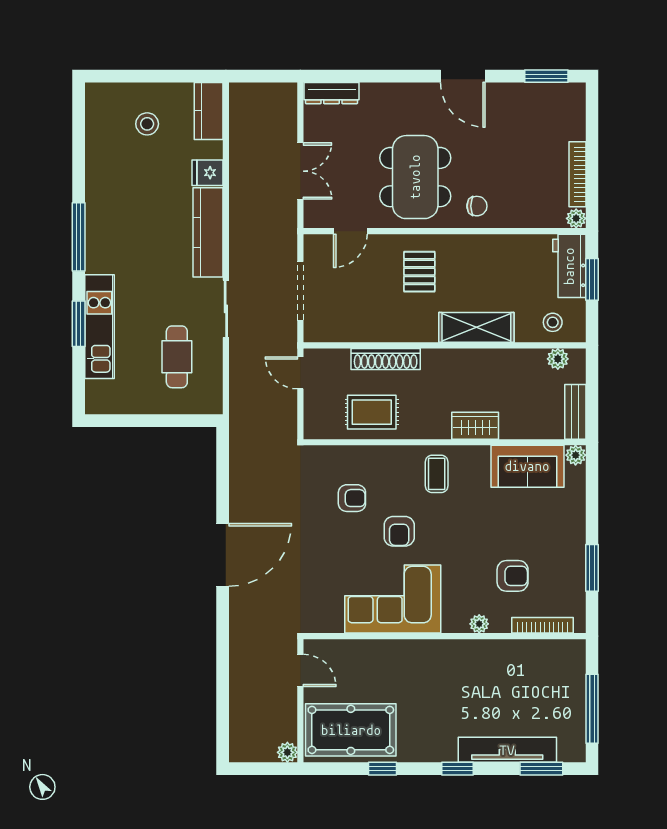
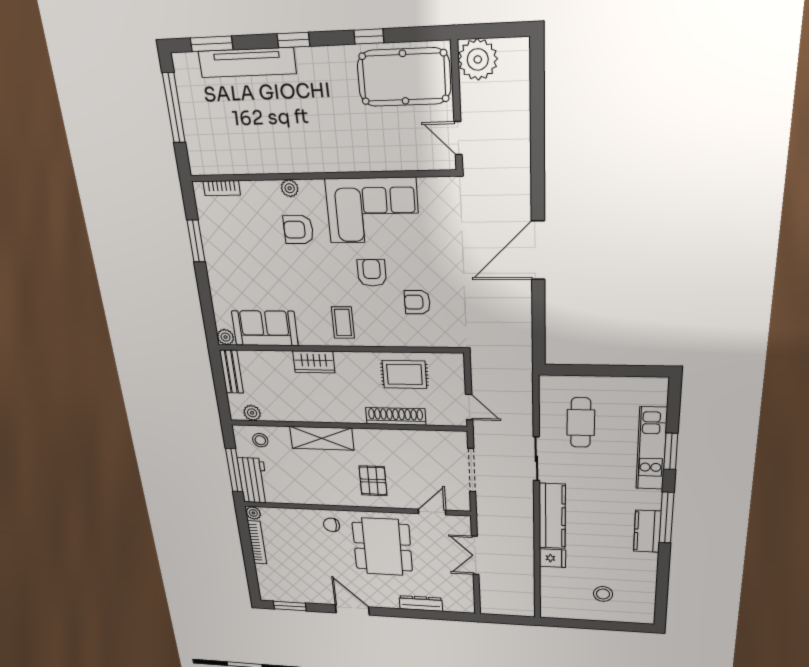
dresser: (332, 93) -> (421, 603), moved
kitchen counter: (209, 111) -> (647, 531), moved, turned 180
window: (592, 279) -> (234, 470), width x1.44
armchair: (513, 576) -> (298, 230), moved
bookcase: (542, 625) -> (222, 188), width x0.64
plant: (287, 752) -> (478, 59), width x1.88, depth x1.88

